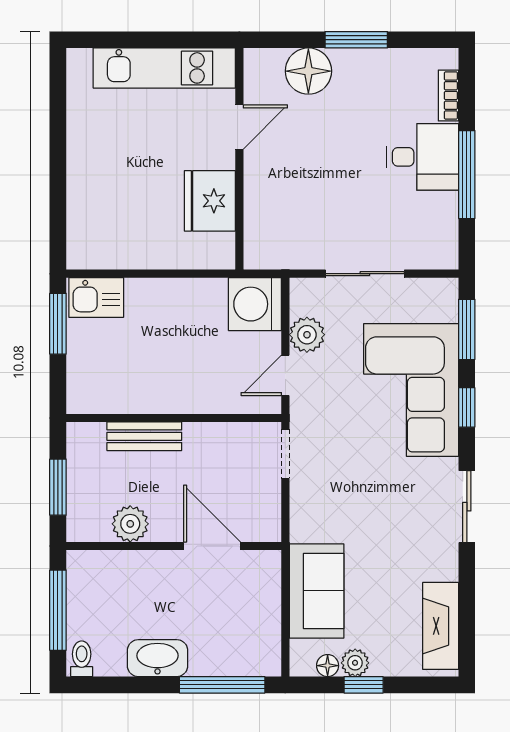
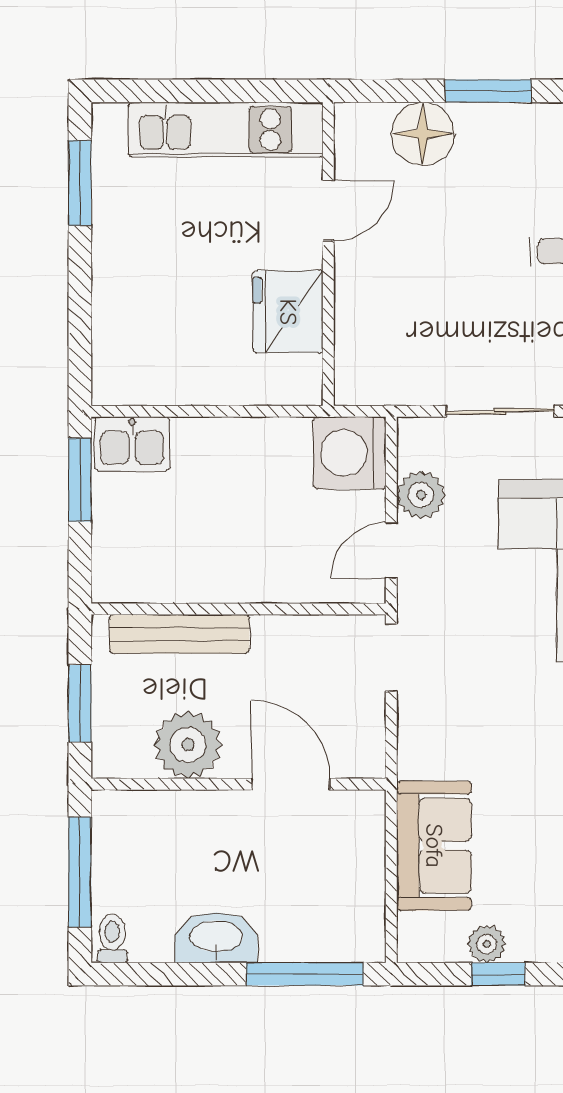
window: (58, 107) -> (80, 183), added
bench: (144, 436) -> (180, 634), width x1.36
plant: (130, 524) -> (188, 745), width x1.36, depth x1.36
floor lamp: (328, 666) -> (449, 948), removed

